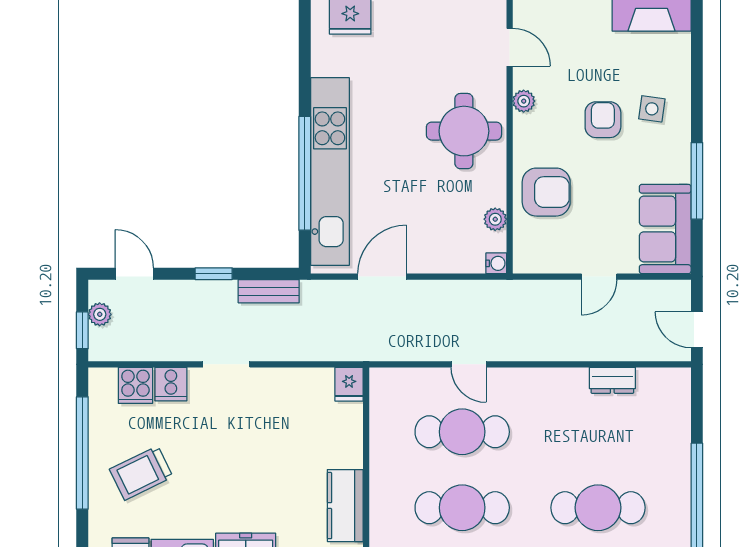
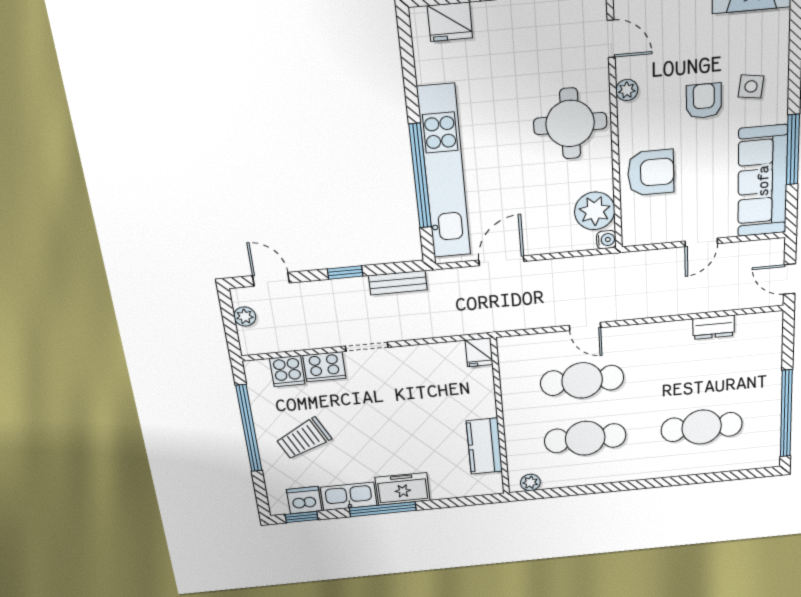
plant: (495, 219) -> (595, 211), width x1.88, depth x1.88
sofa: (665, 229) -> (763, 181), width x1.36
window: (82, 330) -> (231, 331), removed
cooker: (171, 384) -> (324, 367), width x1.36

